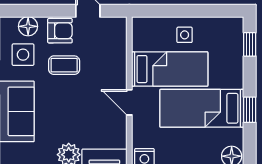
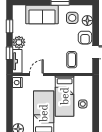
coffee table: (64, 65) -> (72, 60), moved
door: (129, 102) -> (36, 75), moved

